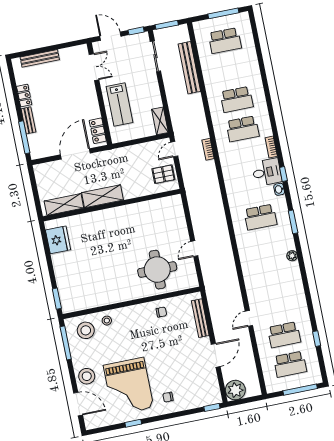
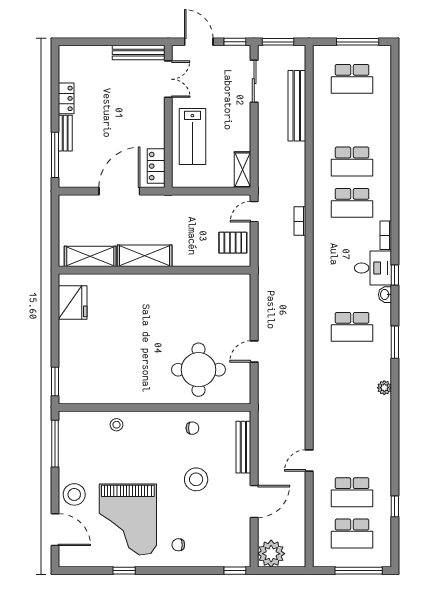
bench: (40, 58) -> (139, 53), moved
stool: (86, 330) -> (196, 479), moved

